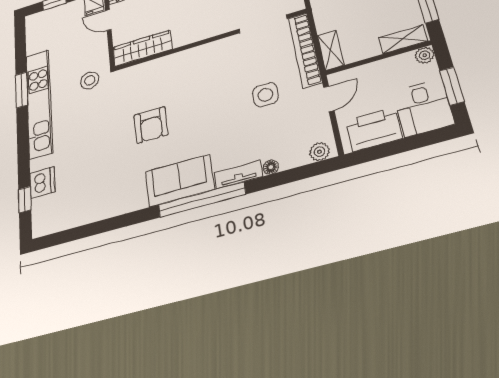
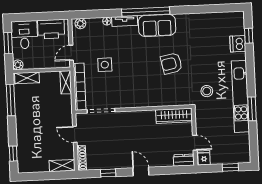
stool: (90, 80) -> (207, 91), moved
armchair: (151, 125) -> (171, 63), turned -101

